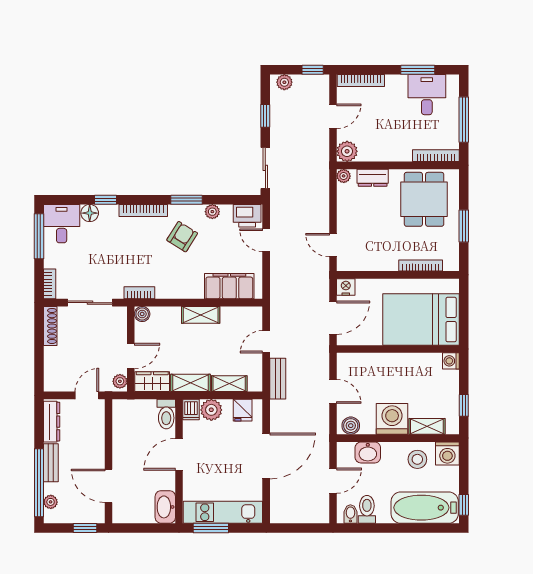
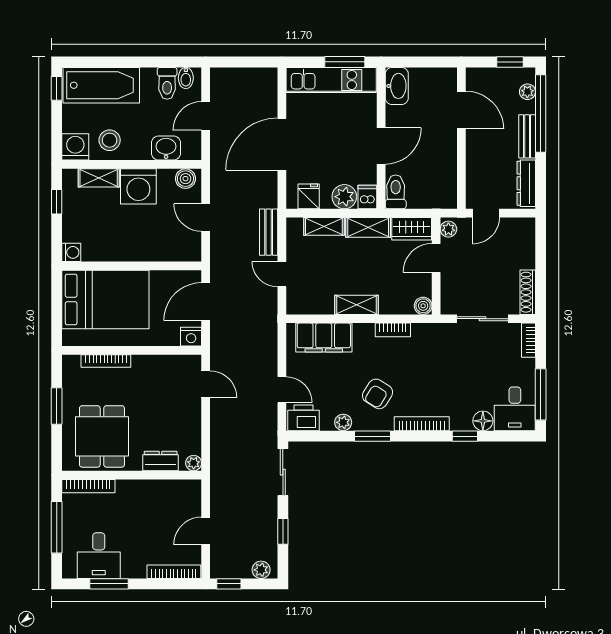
plant: (347, 151) -> (190, 491), removed
bookcase: (139, 293) -> (393, 330), moved
door: (266, 342) -> (282, 274), swing flipped
window: (85, 528) -> (510, 62), moved

